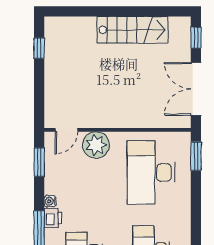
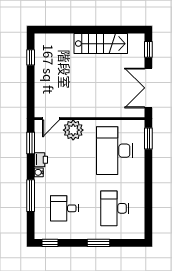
printer: (53, 218) -> (41, 160), moved

